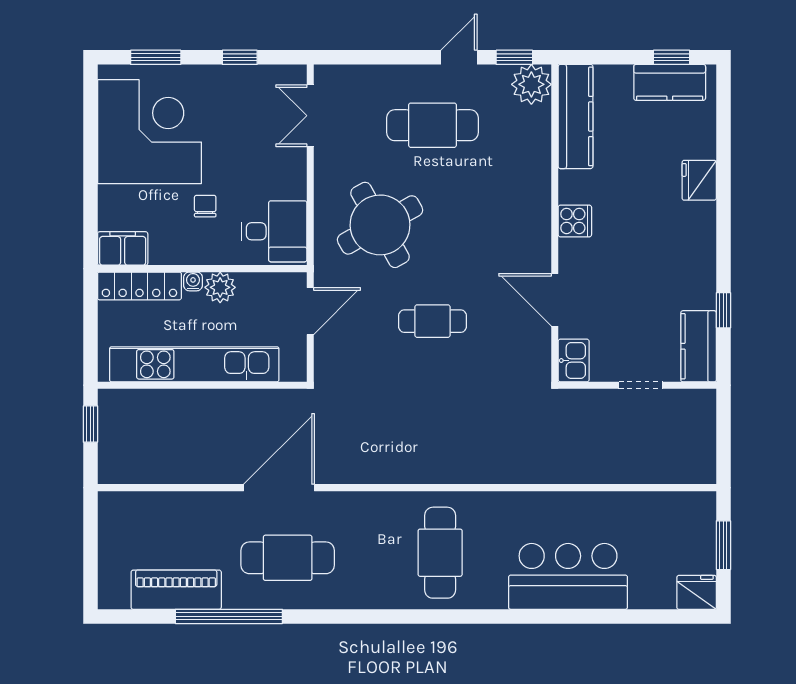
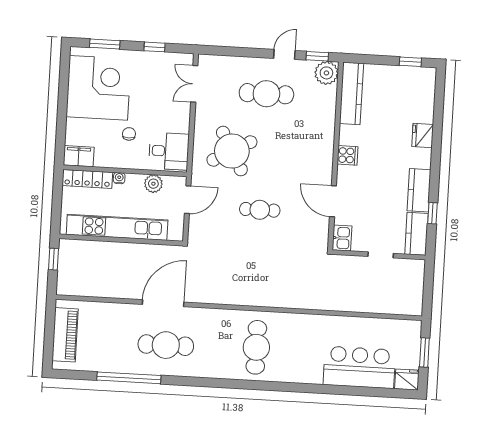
kitchen counter: (670, 82) -> (419, 190), moved, turned 90
plant: (220, 287) -> (153, 184), moved
bar counter: (568, 576) -> (359, 367), moved
piano: (176, 590) -> (65, 335), moved, turned 90

